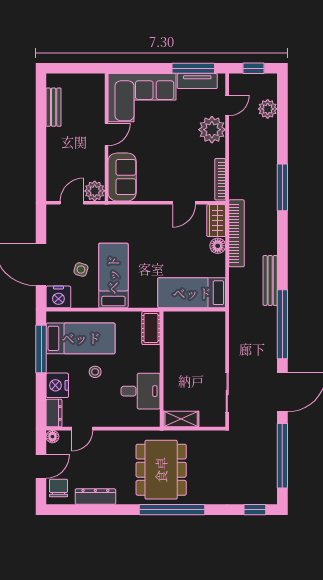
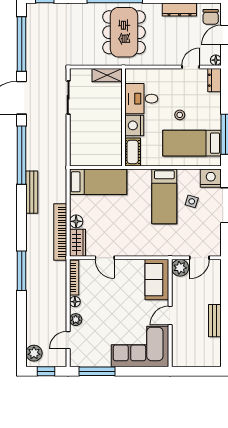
tv unit: (197, 81) -> (93, 361), removed
bench: (54, 107) -> (215, 321), moved
plant: (268, 109) -> (34, 353), moved
plant: (212, 130) -> (76, 320), width x0.53, depth x0.53
floor lamp: (219, 151) -> (75, 302), added
door: (184, 203) -> (105, 258), swing flipped
nightstand: (57, 385) -> (134, 125), moved, turned 180

